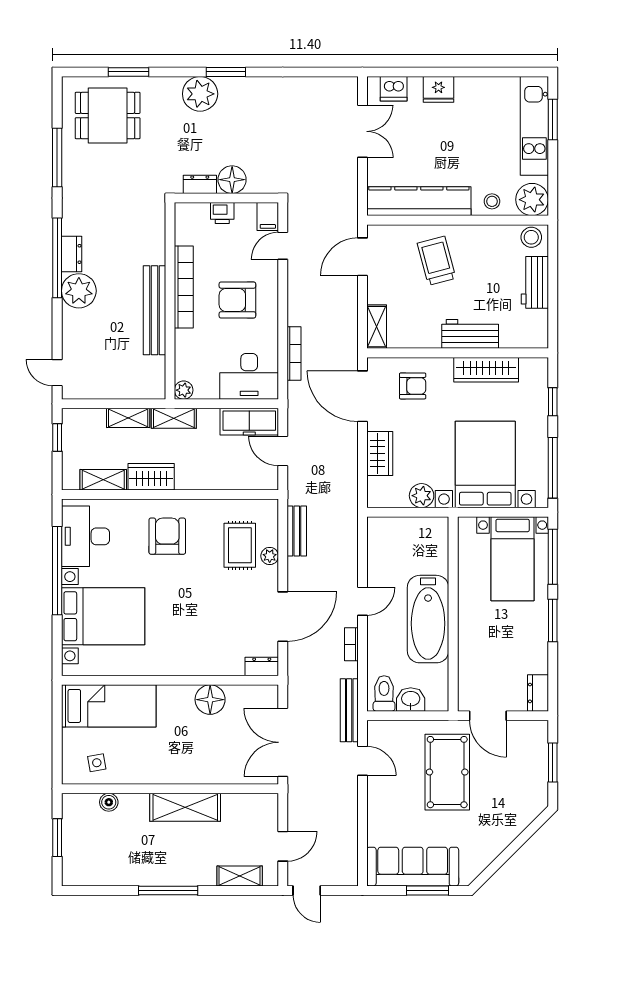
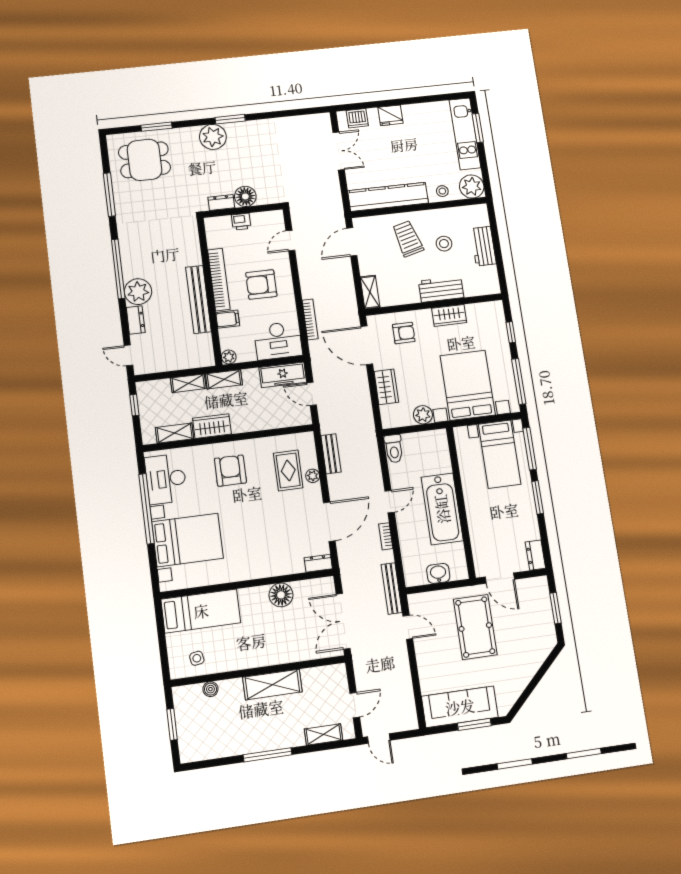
filing cabinet: (268, 217) -> (228, 319), moved, turned -90
stool: (531, 237) -> (444, 244), moved
dresser: (72, 254) -> (136, 320), moved
wardrobe: (486, 370) -> (449, 315), width x0.67
toilet: (384, 693) -> (394, 449), moved, turned 180

